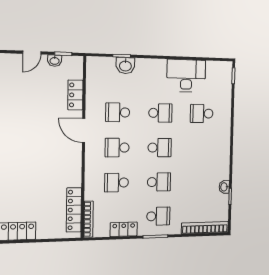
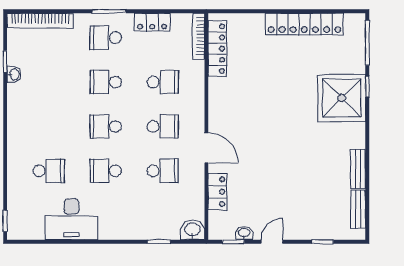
washbasin: (125, 66) -> (193, 230), moved

